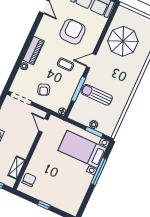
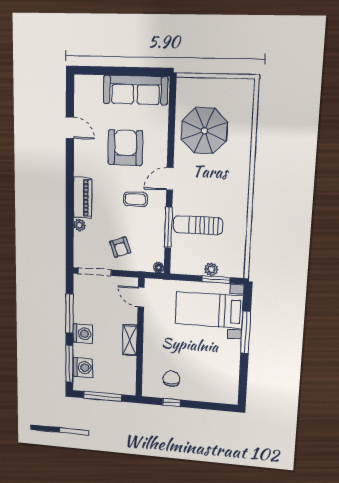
shelving: (17, 168) -> (130, 340), moved
chair: (29, 180) -> (171, 379), moved
window: (44, 205) -> (171, 403), moved

